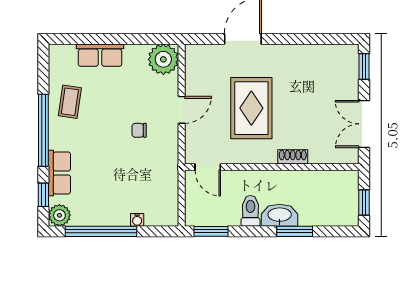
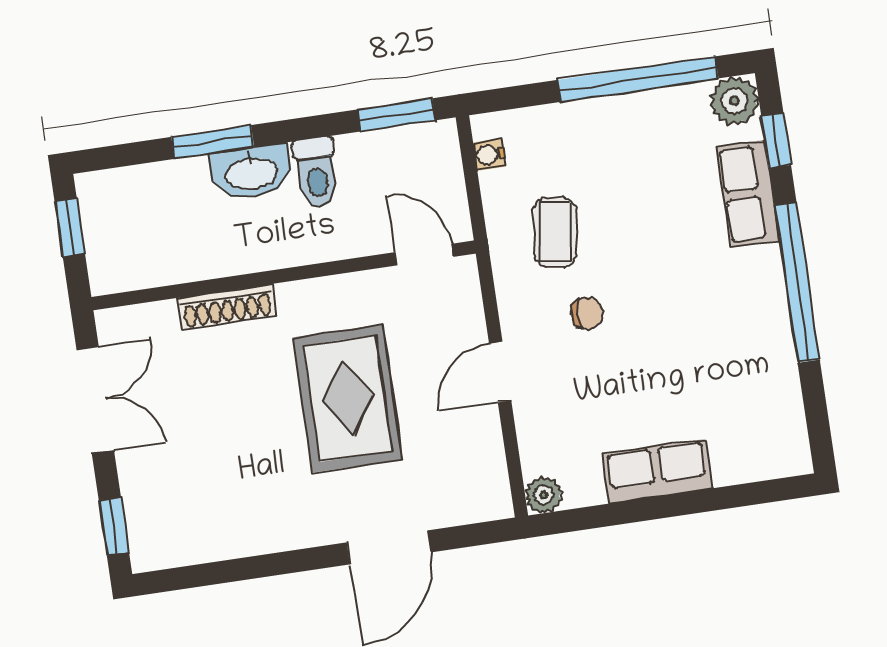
row of seats: (100, 55) -> (657, 471), moved
plant: (163, 59) -> (543, 495), width x0.53, depth x0.53
coffee table: (70, 102) -> (555, 232), moved
shoe rack: (293, 157) -> (227, 307), width x1.43
water cooler: (137, 220) -> (489, 155), moved, turned -90

